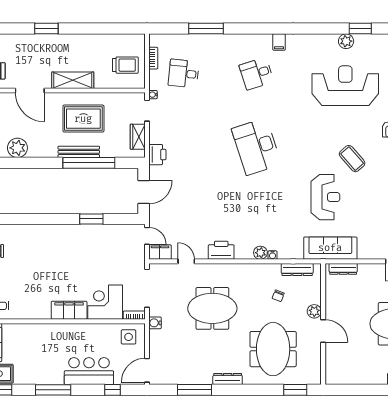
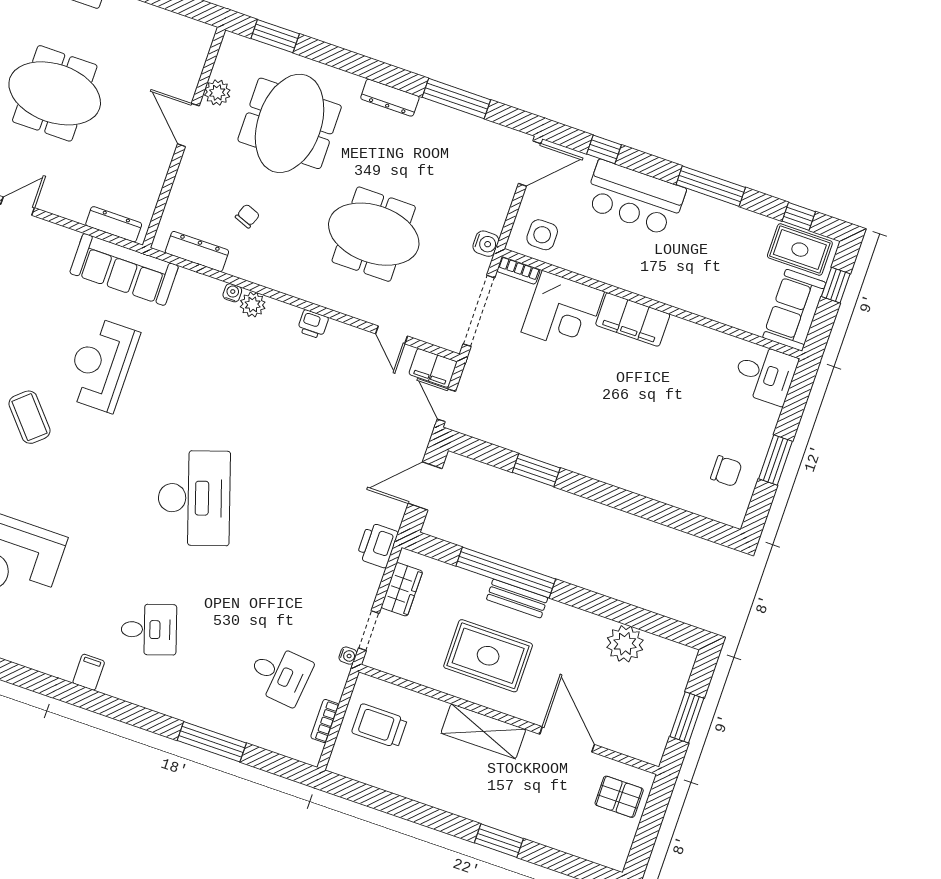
bench: (79, 152) -> (517, 599), width x0.73
printer: (221, 250) -> (313, 324), width x0.53, depth x0.68
plant: (314, 311) -> (217, 93), moved

